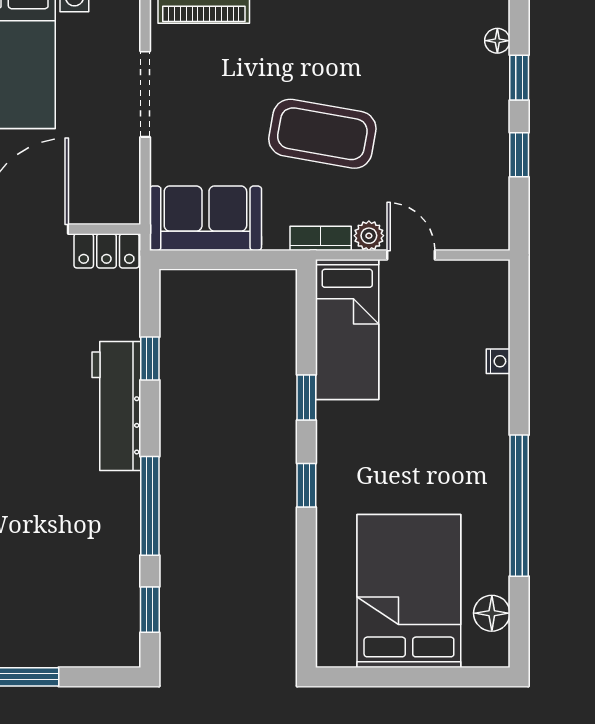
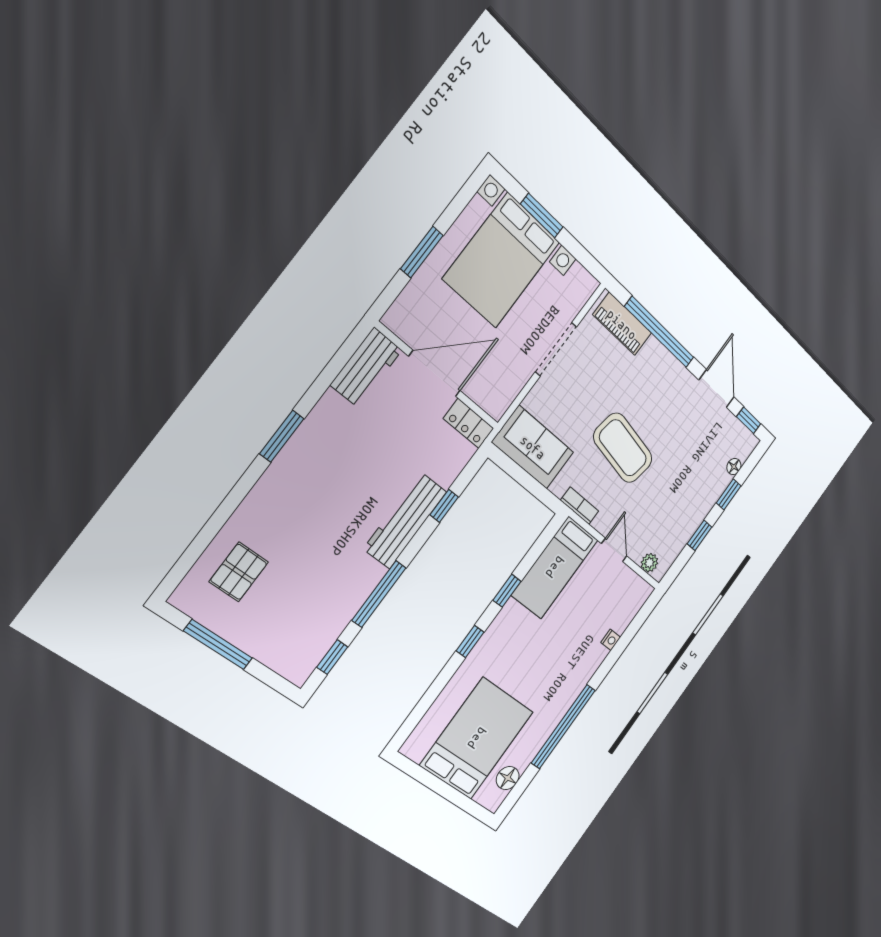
plant: (369, 236) -> (649, 563), moved

